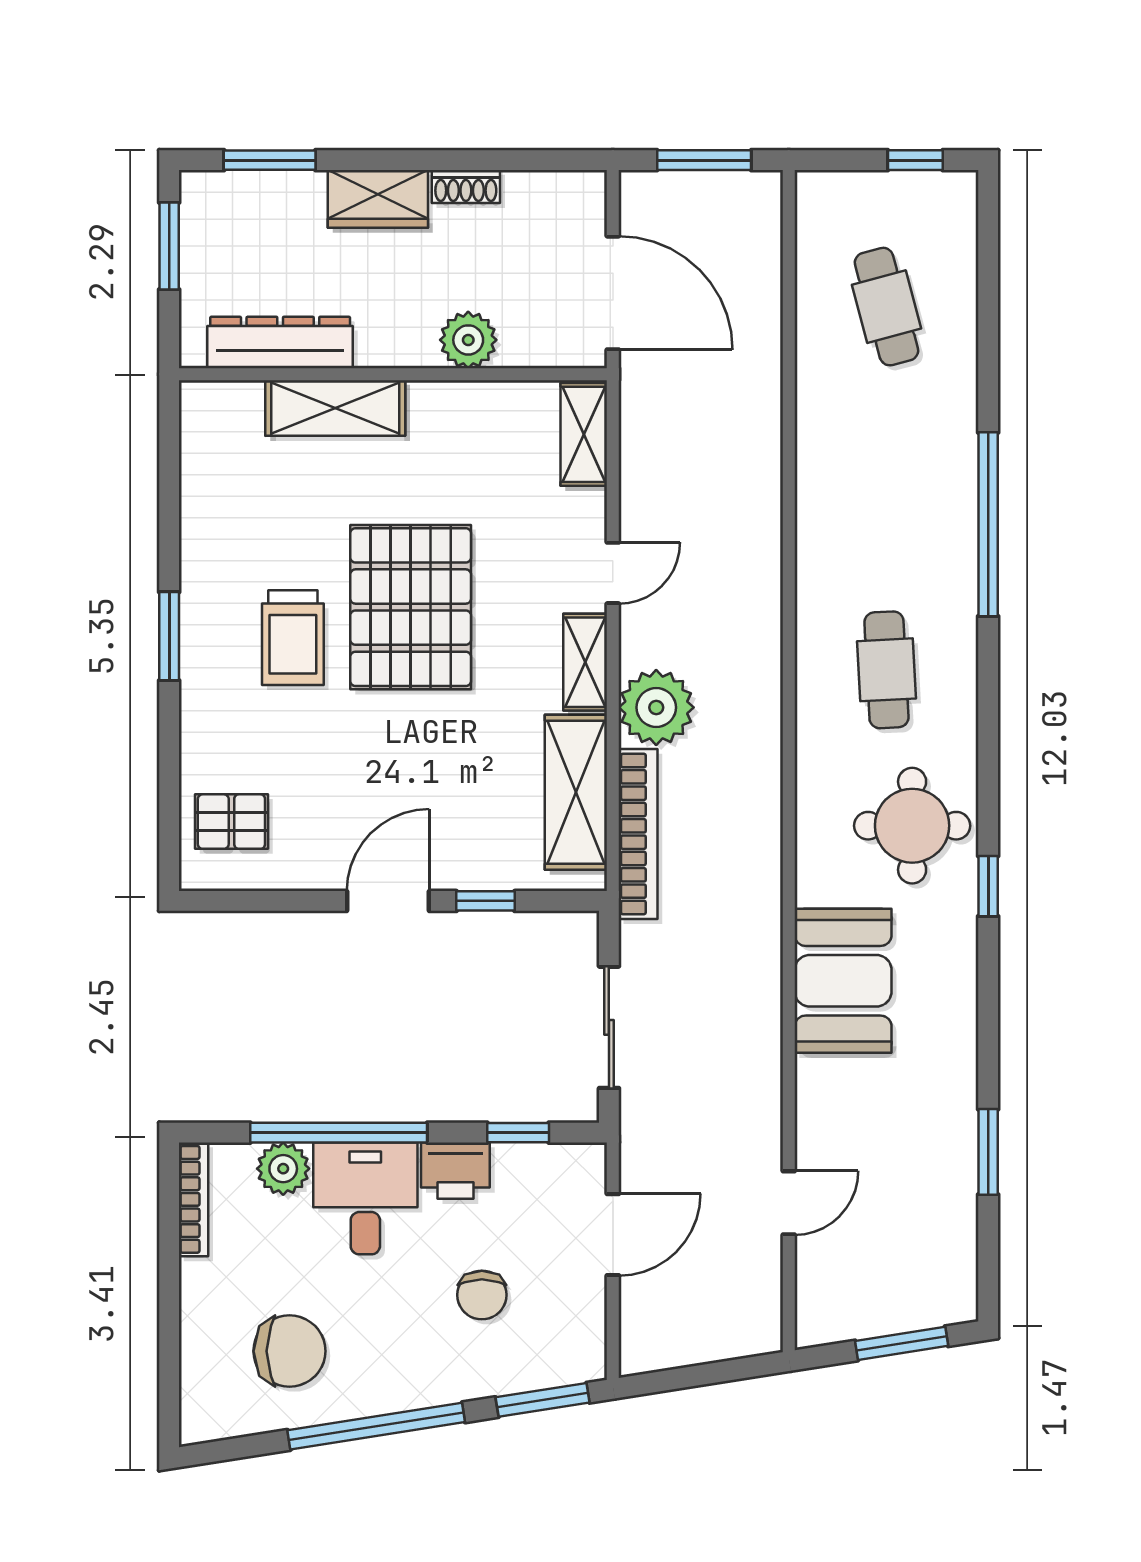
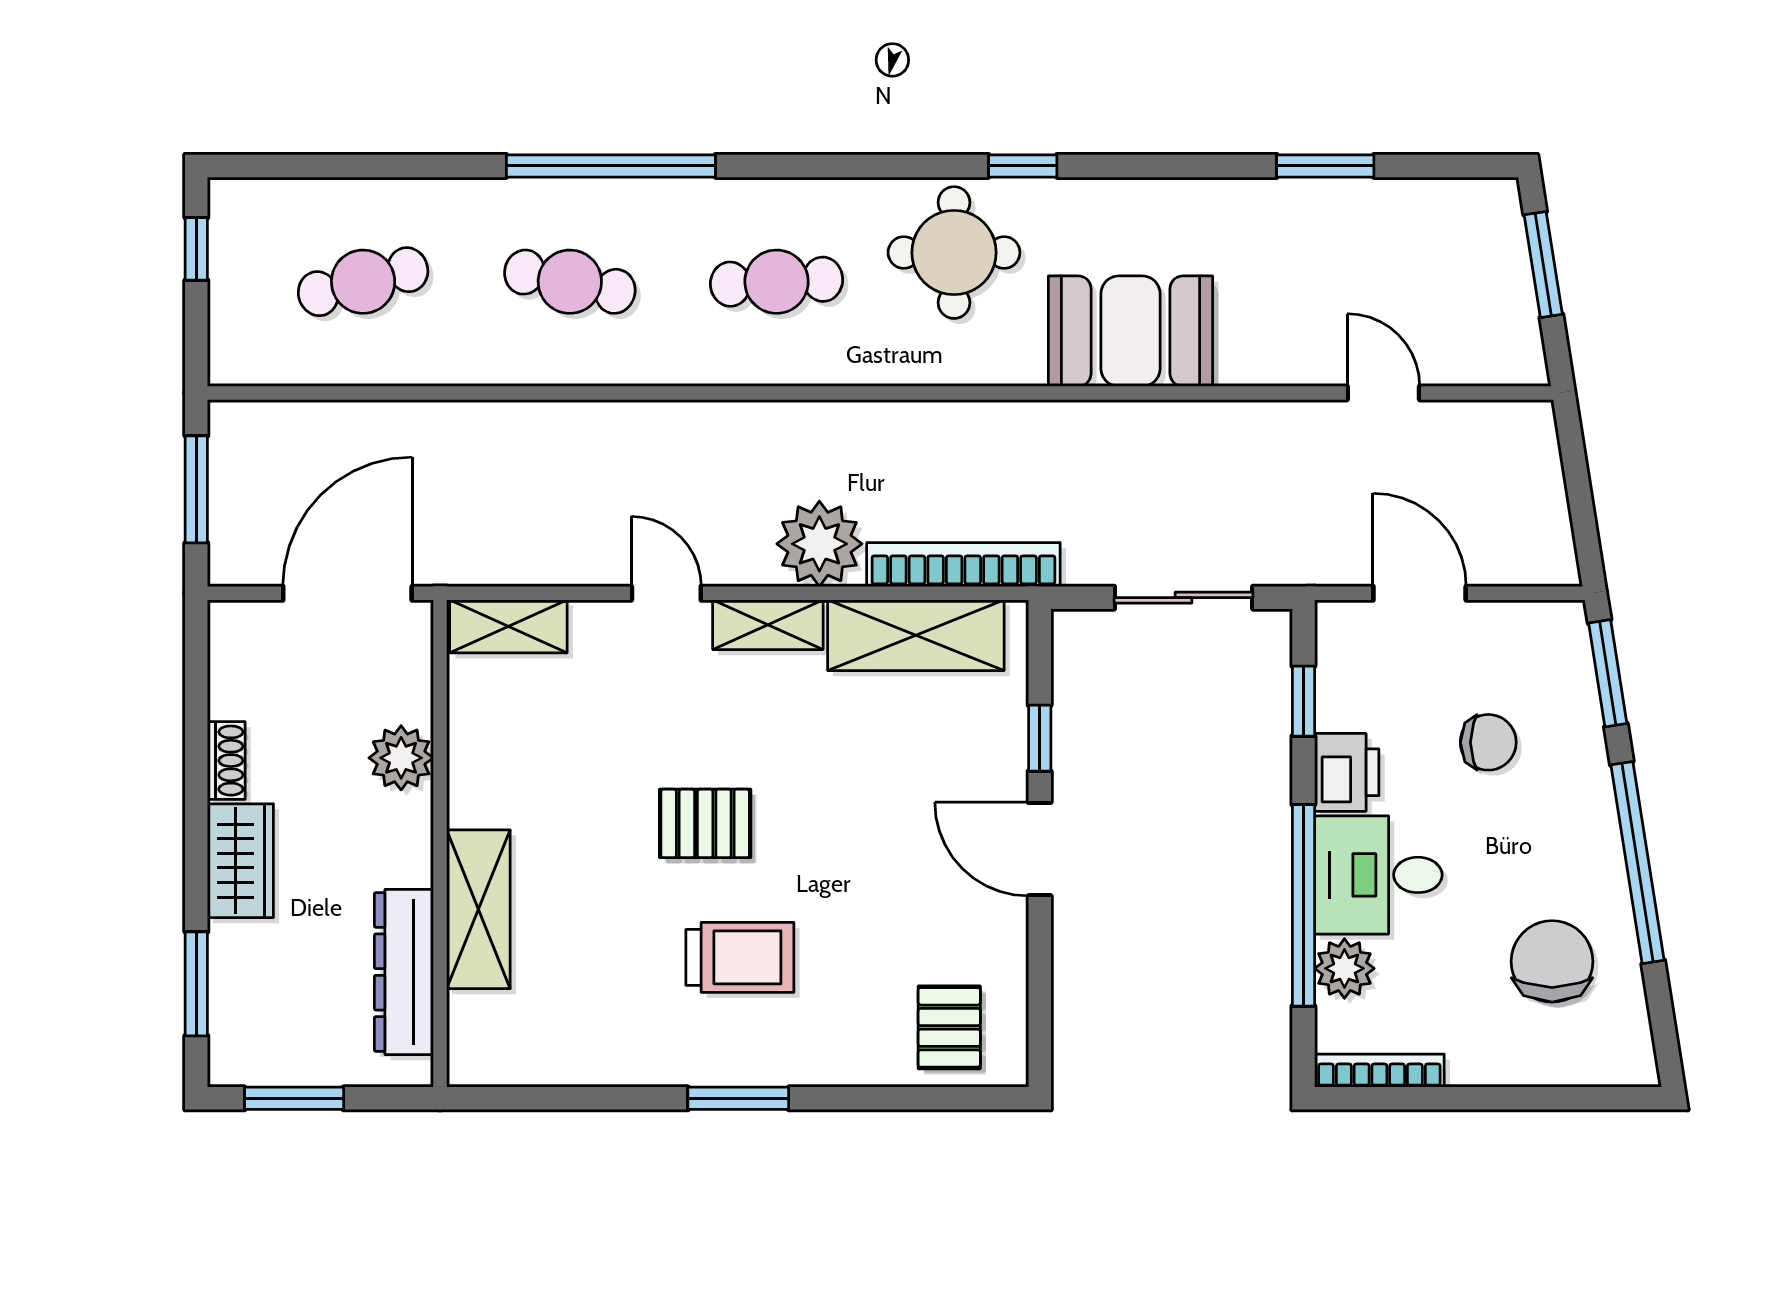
cafe table: (886, 488) -> (570, 282), added
pallet: (411, 607) -> (705, 823), width x0.49, depth x0.50

